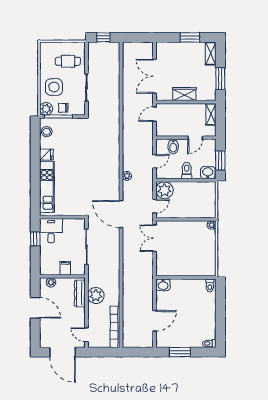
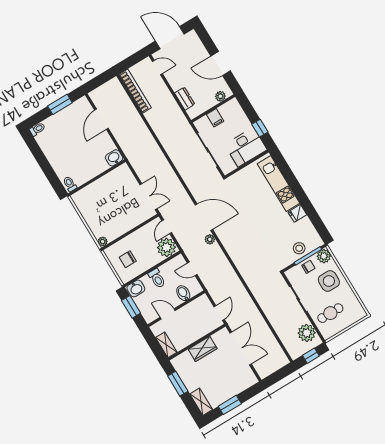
stool: (47, 132) -> (299, 248), moved
door: (195, 138) -> (168, 314), hinge flipped
door: (155, 161) -> (192, 269), hinge flipped
chair: (200, 199) -> (128, 259), added
door: (121, 214) -> (204, 217), moved
desk: (51, 231) -> (246, 147), width x1.37
dresser: (80, 293) -> (185, 99), width x0.70
plant: (96, 295) -> (307, 333), moved

